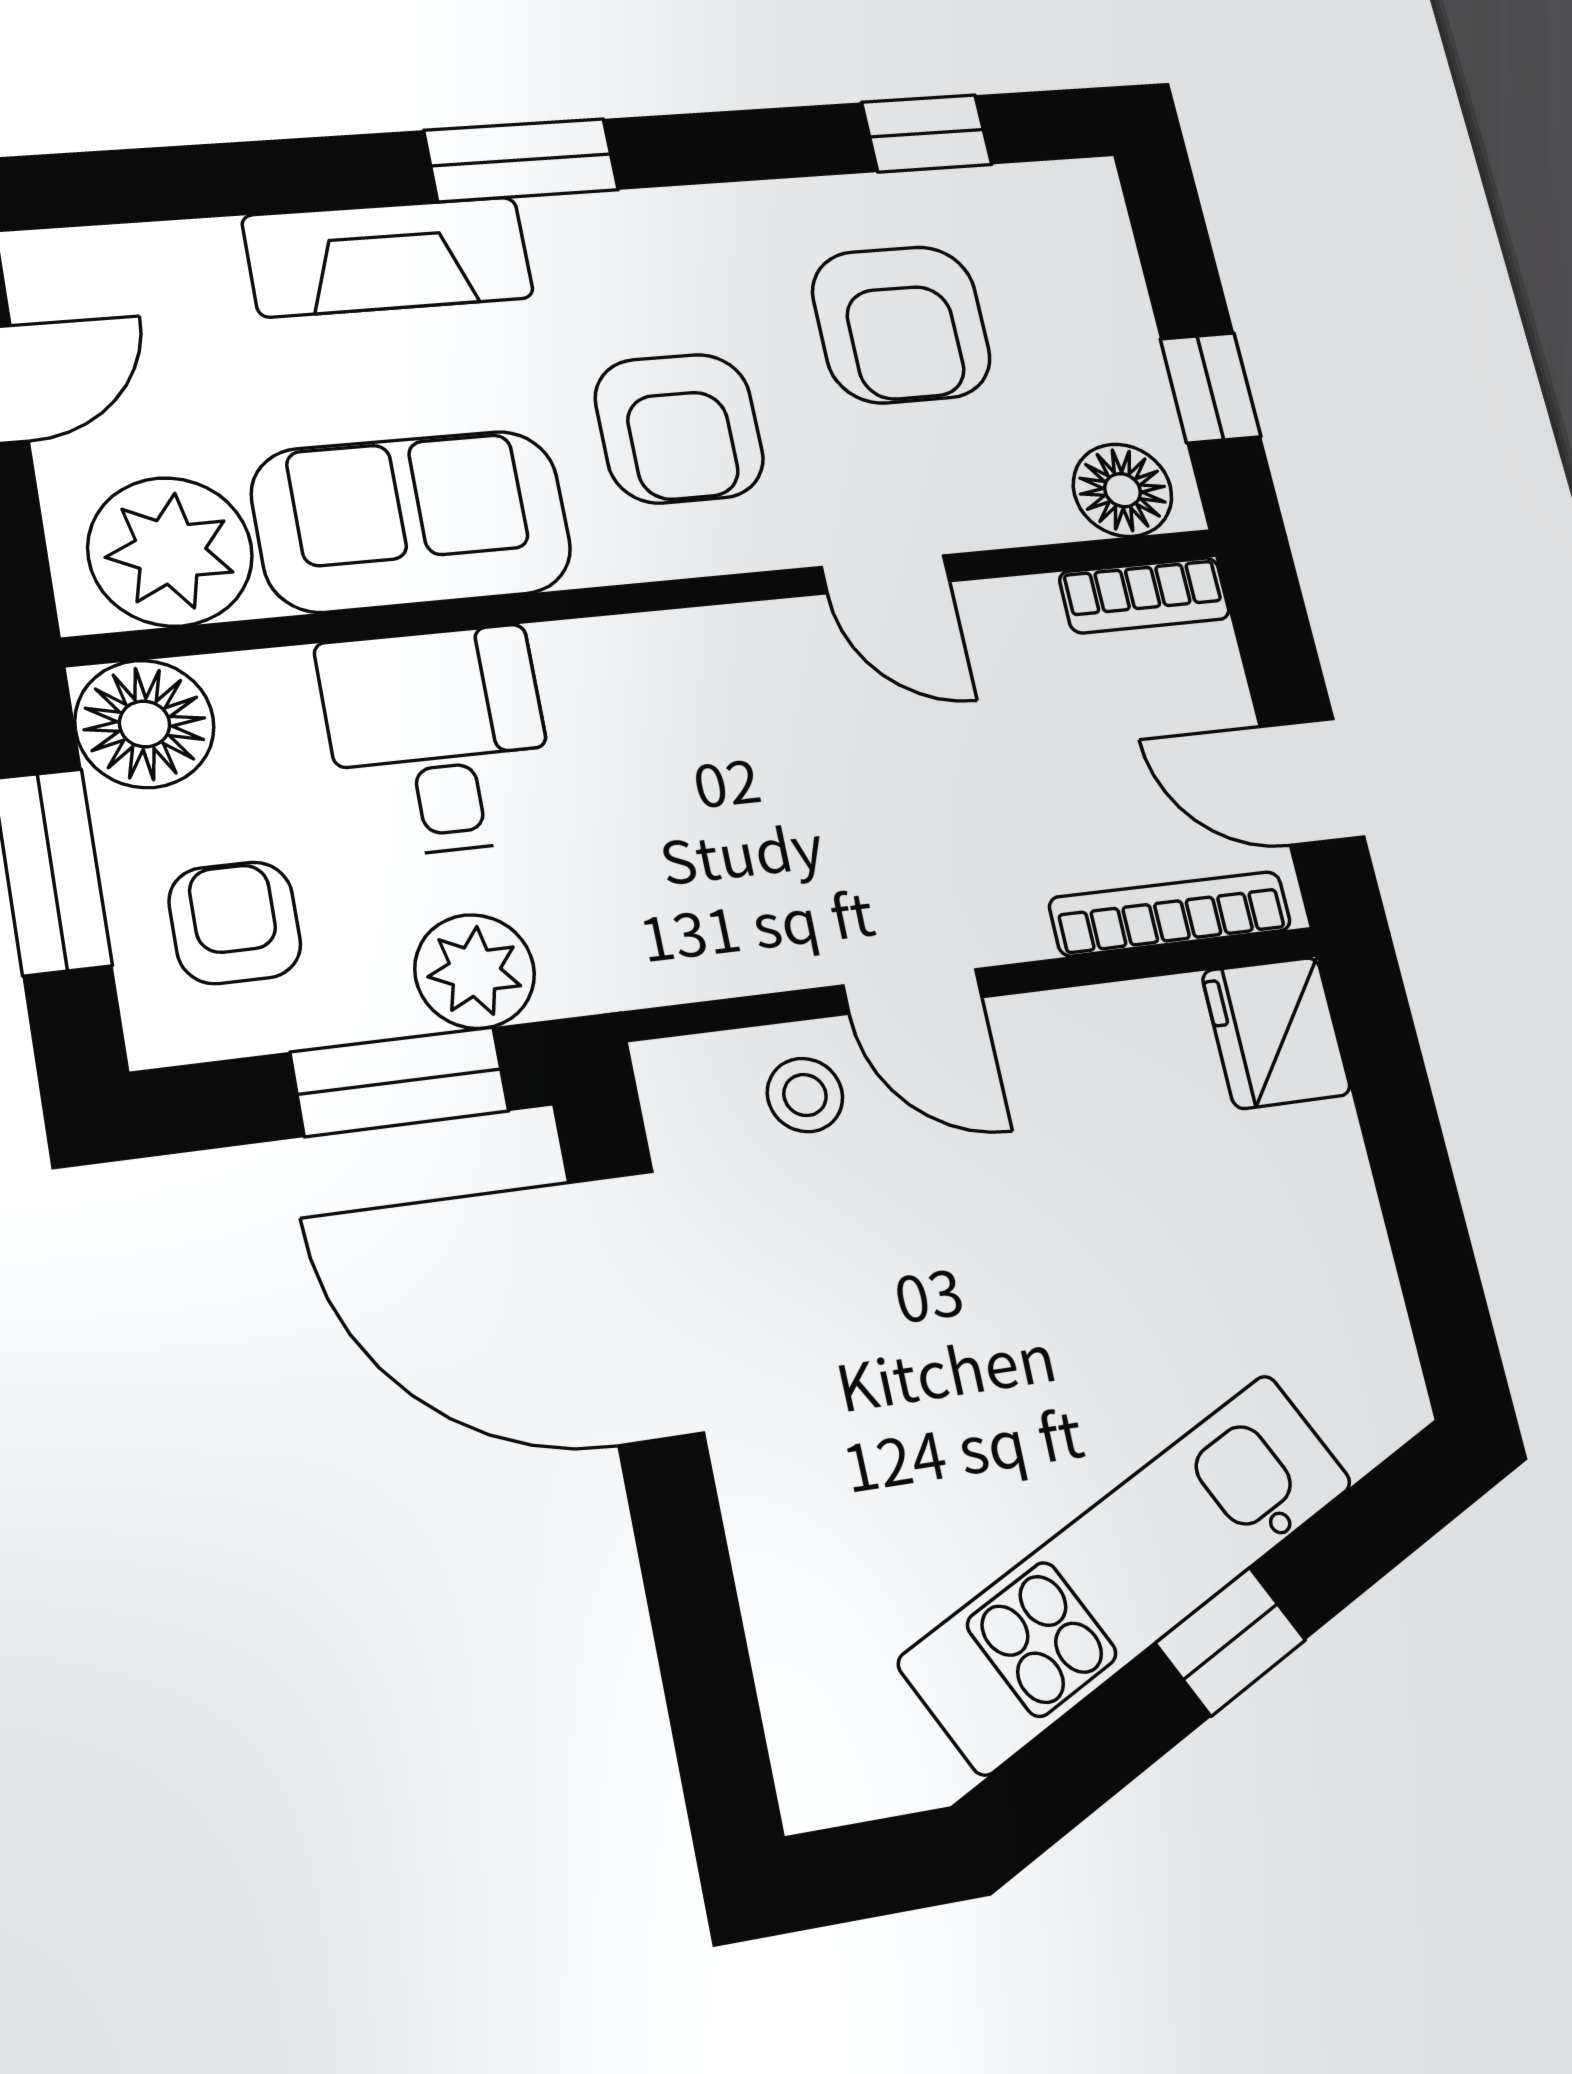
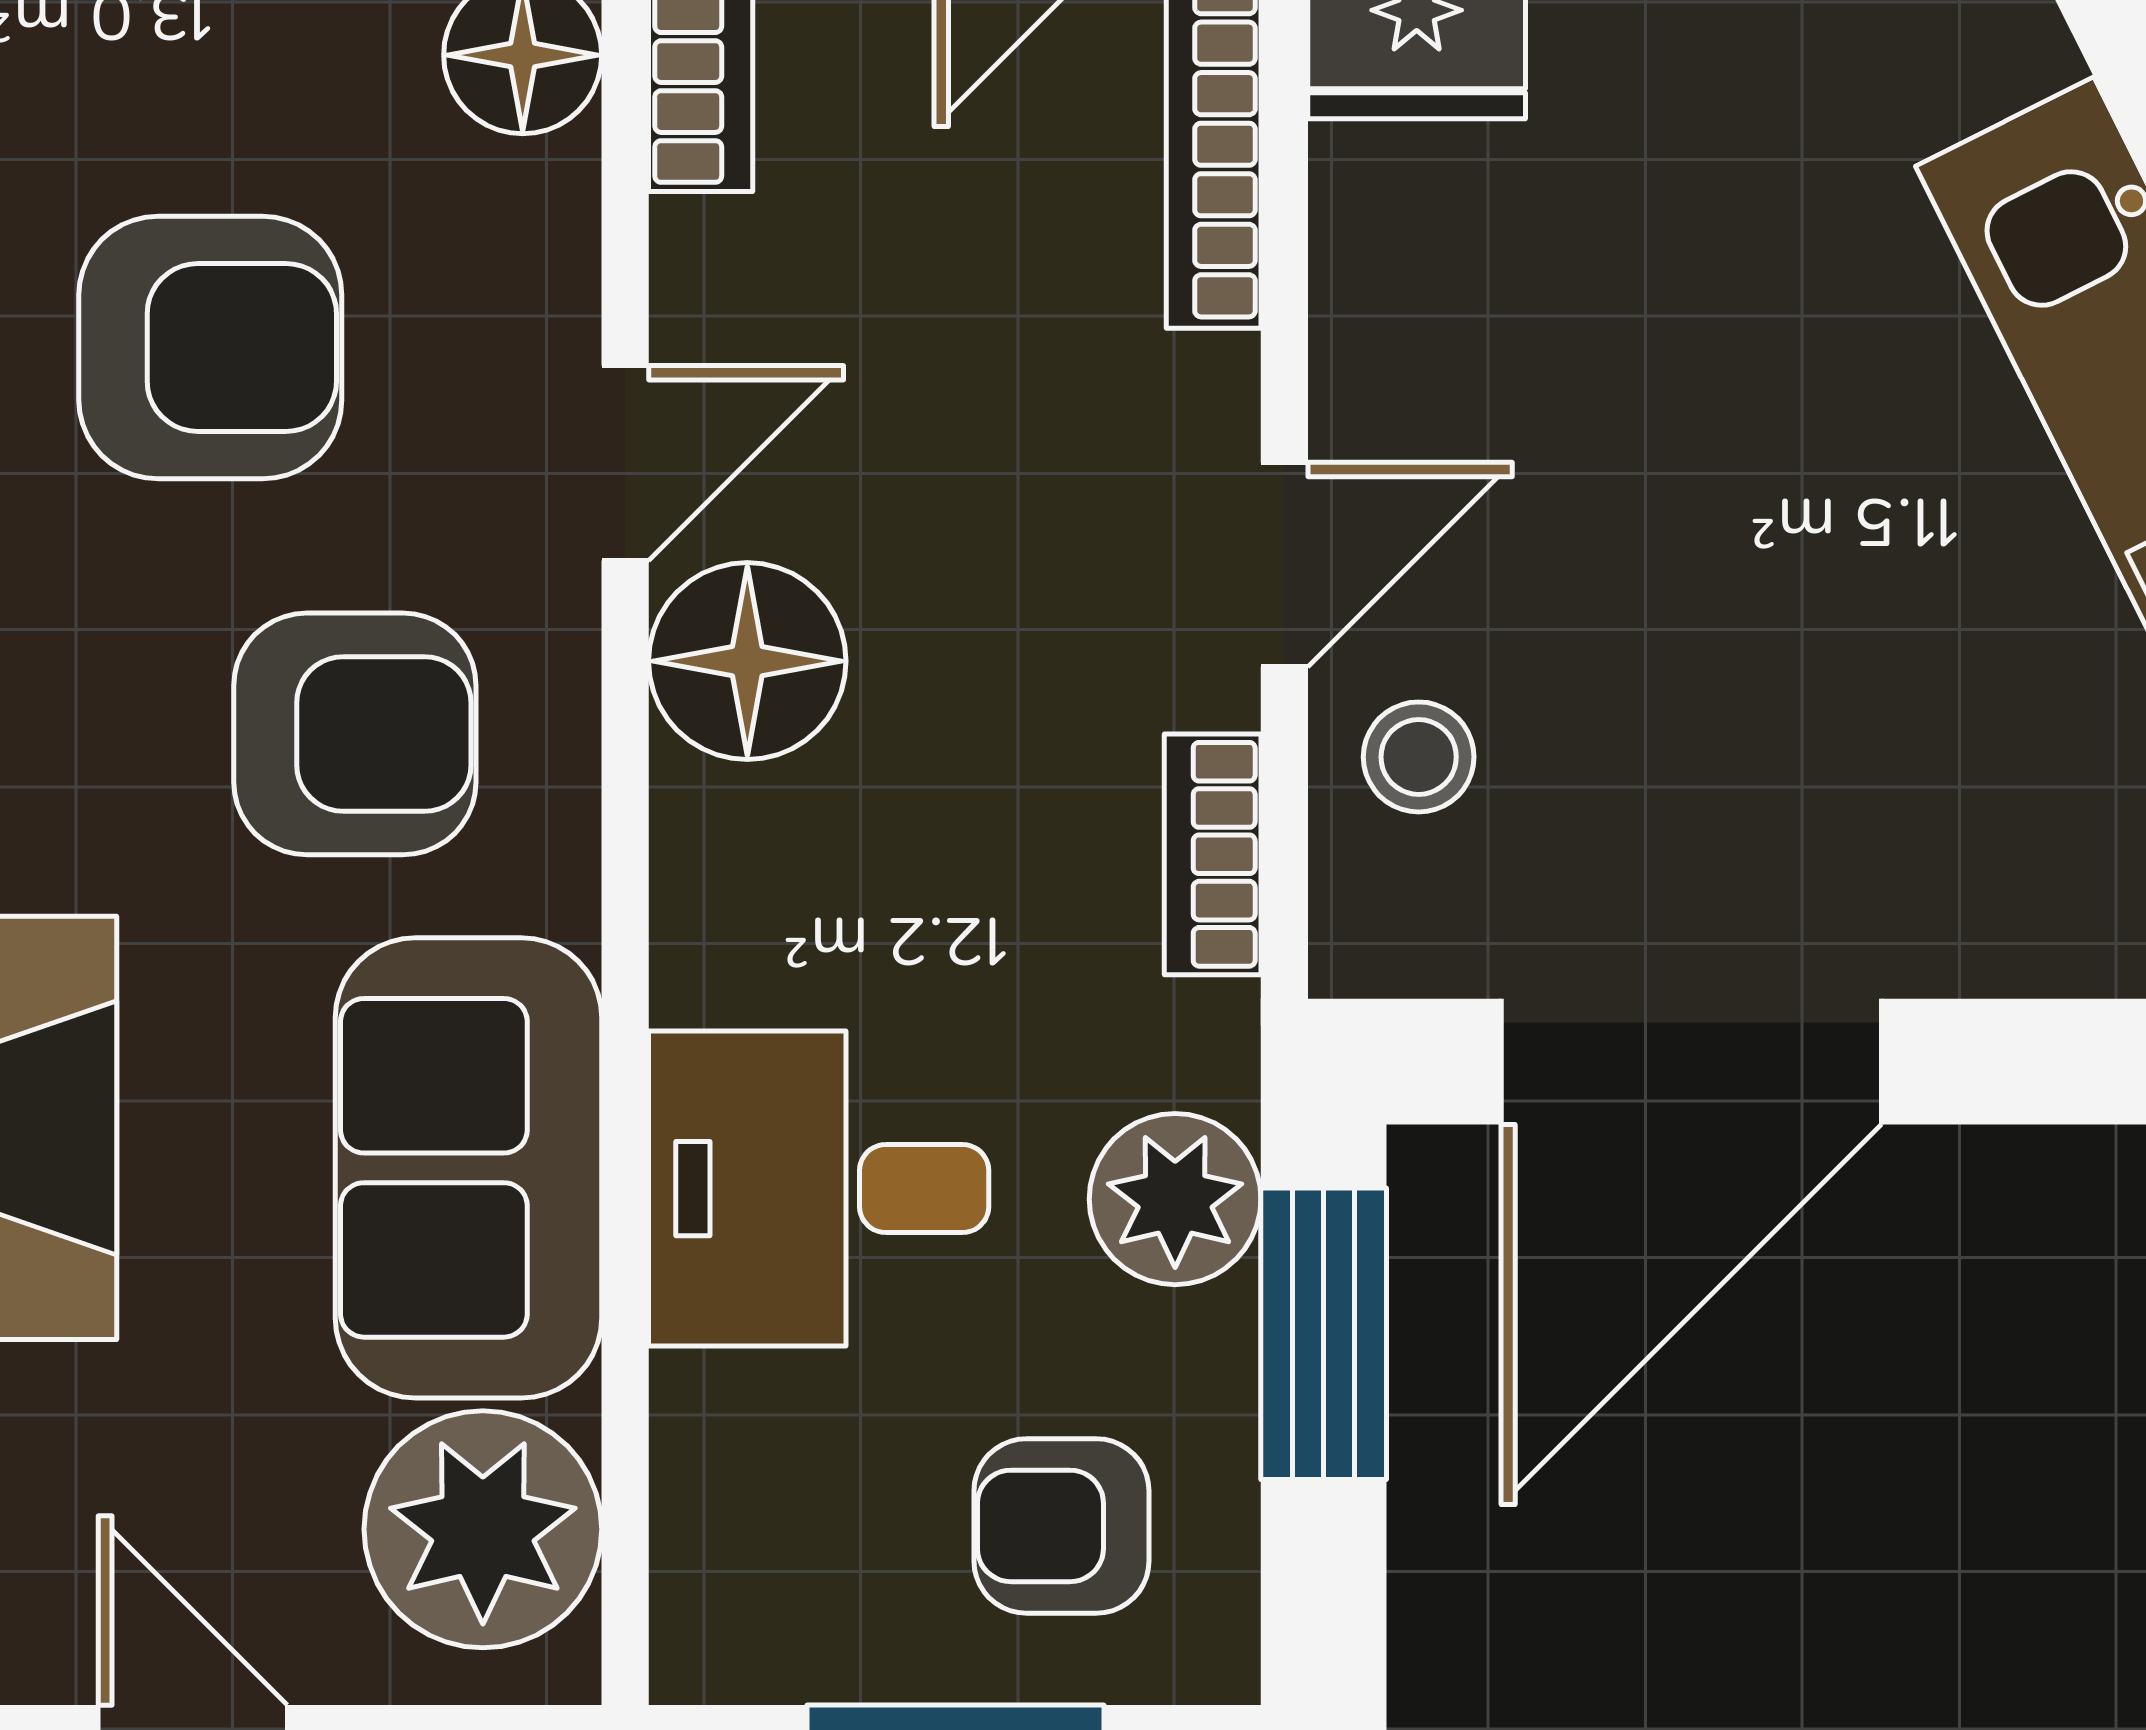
floor lamp: (145, 724) -> (747, 661), moved
bookcase: (712, 968) -> (1213, 854), added

